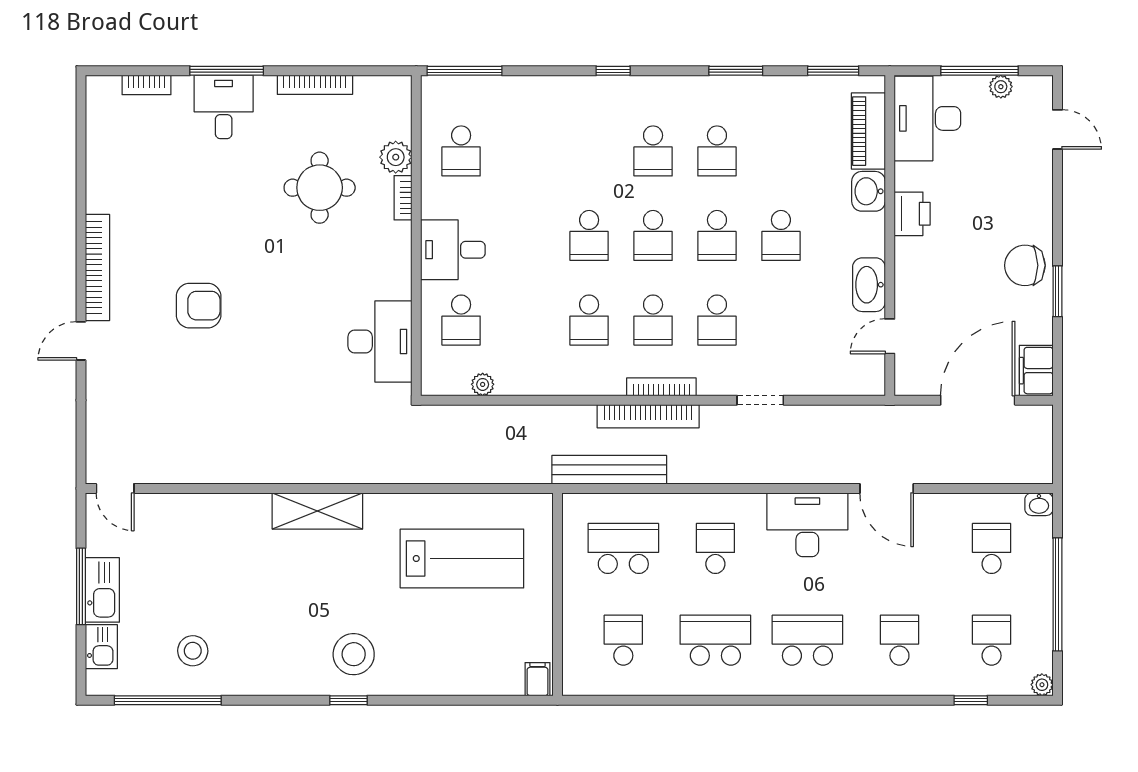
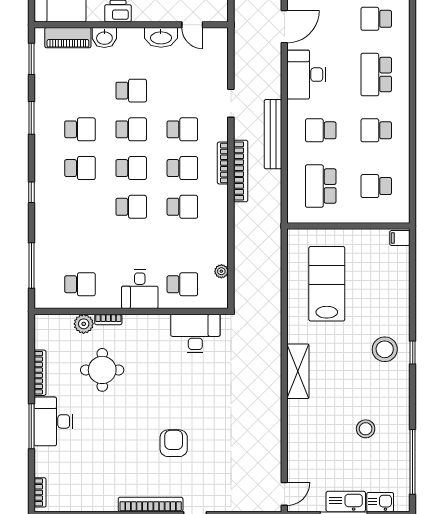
window: (465, 71) -> (31, 266), moved
bookcase: (147, 85) -> (40, 492), moved
desk: (224, 107) -> (53, 421), width x1.37
bench: (609, 470) -> (273, 134), moved
school desk: (715, 640) -> (376, 130), width x0.54
stool: (193, 651) -> (366, 429), moved

